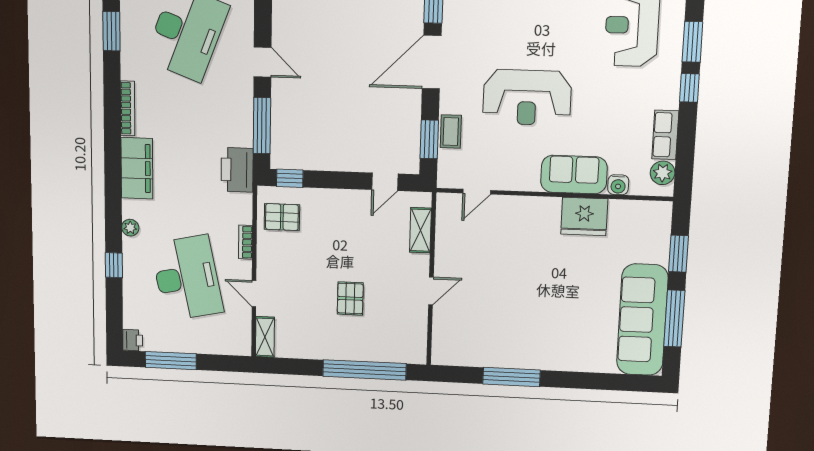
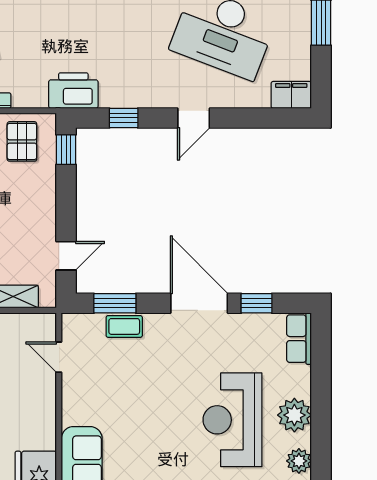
reception desk: (527, 97) -> (232, 420), moved
window: (262, 126) -> (124, 118), width x0.46
door: (385, 182) -> (66, 256), swing flipped

